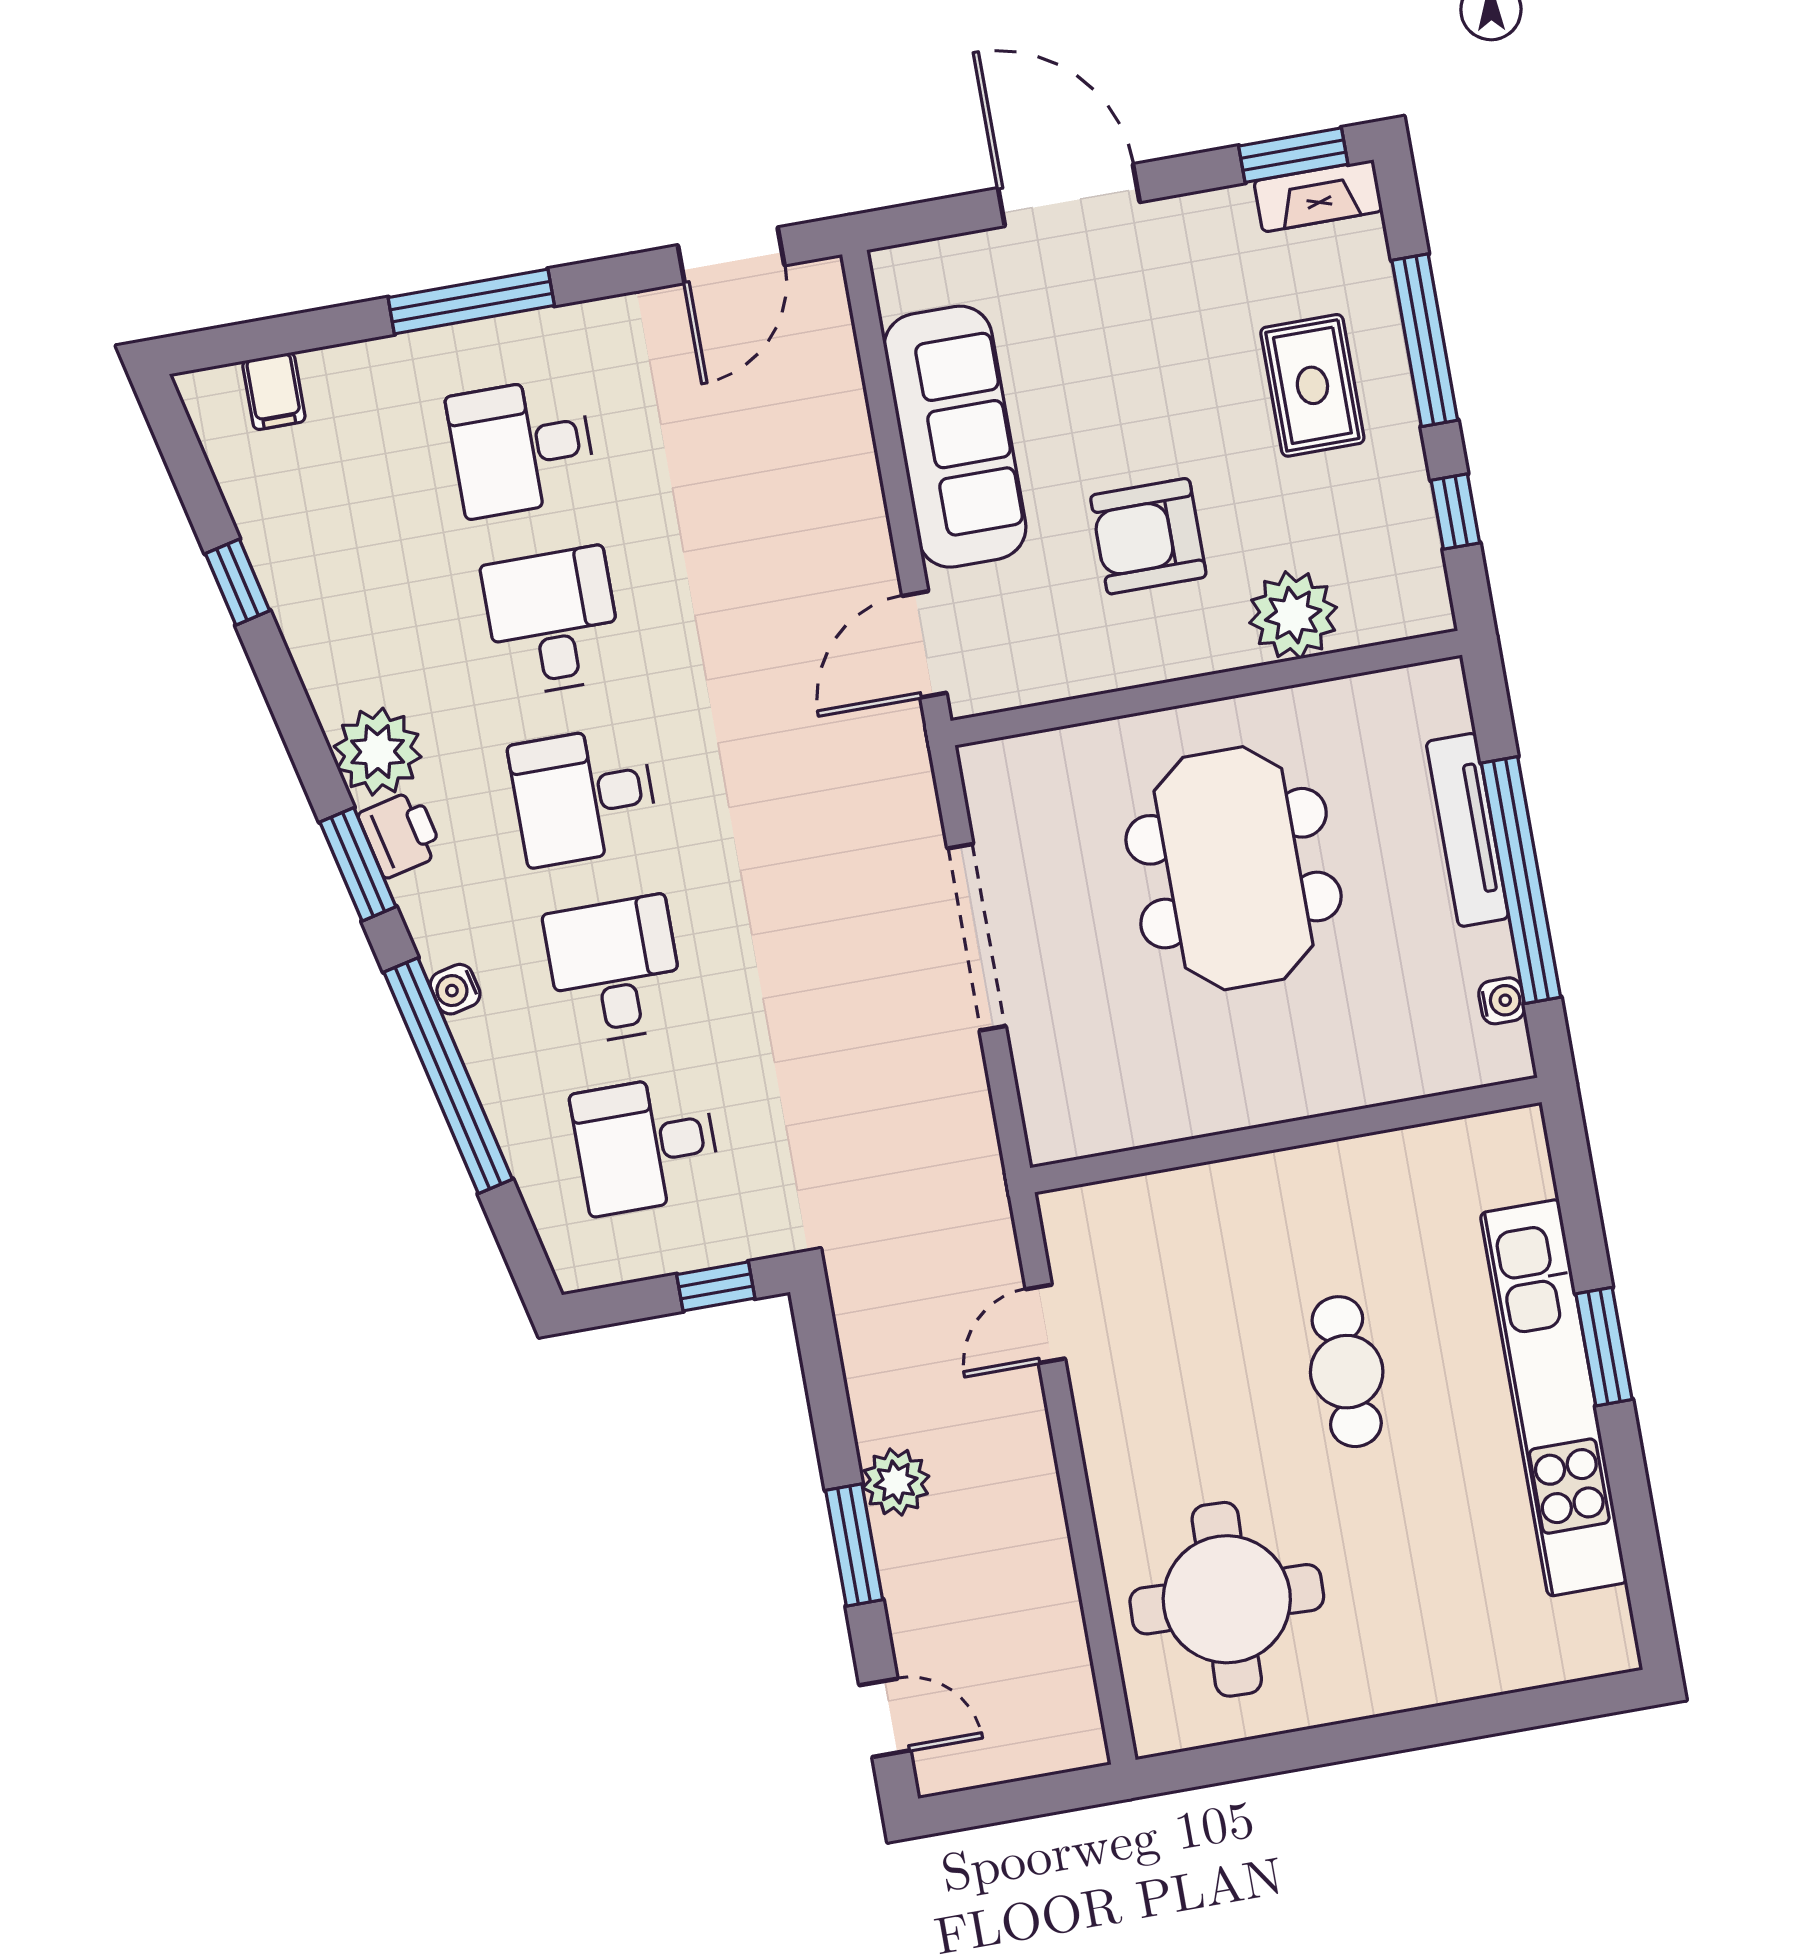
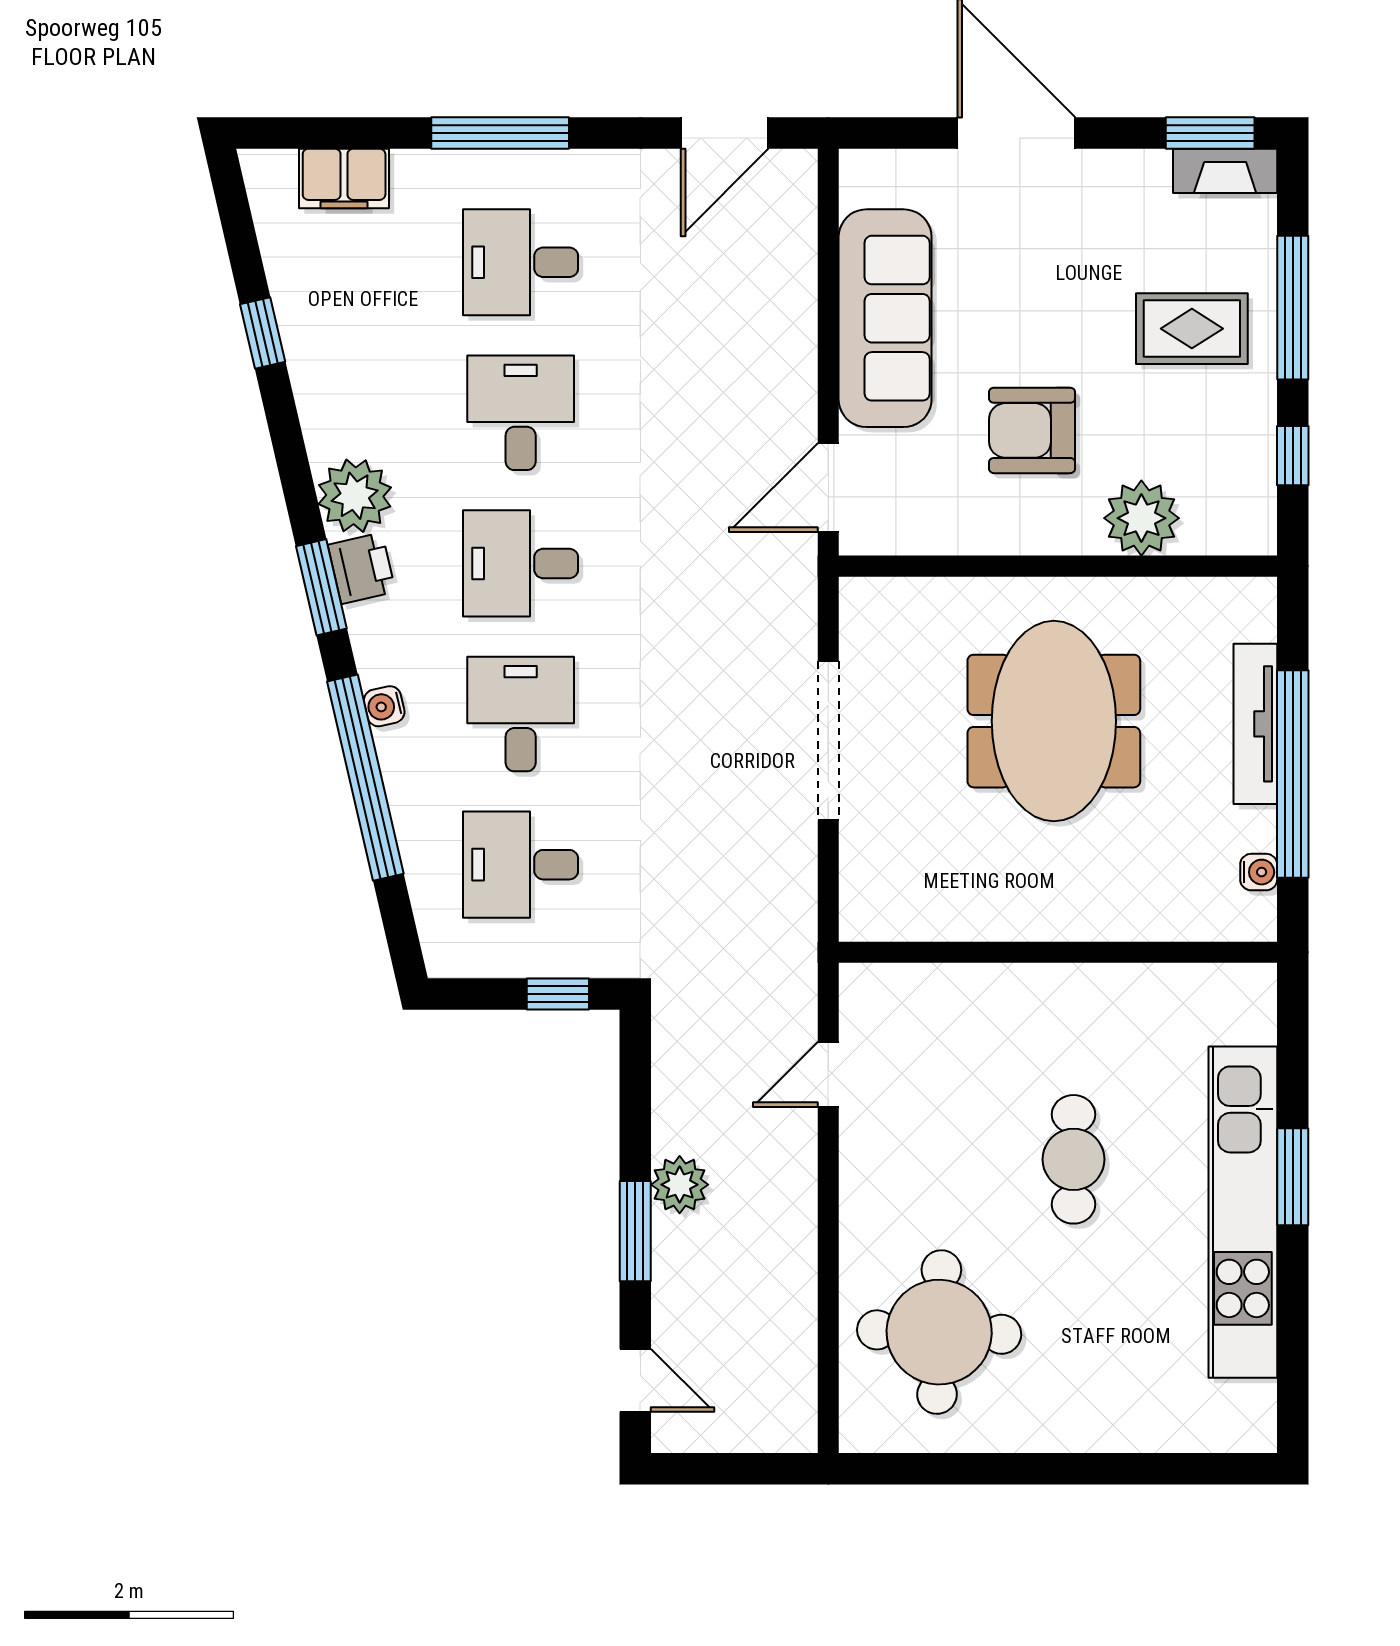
rug: (1312, 385) -> (1192, 329), turned 90
filing cabinet: (274, 391) -> (344, 179), width x2.00

